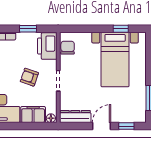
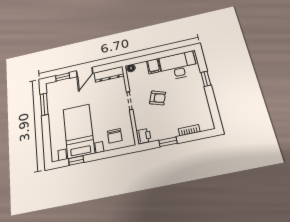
printer: (47, 46) -> (144, 136), width x0.53, depth x0.68
chair: (68, 48) -> (115, 136), moved
filing cabinet: (33, 115) -> (154, 66), width x0.50

